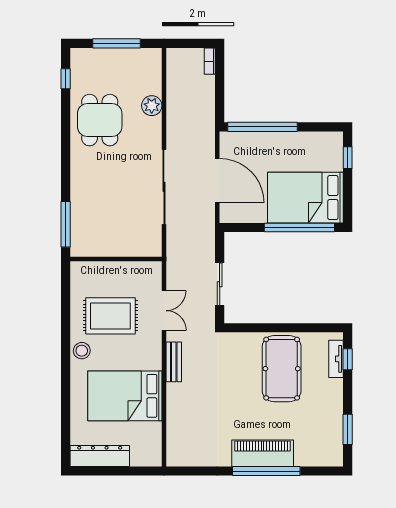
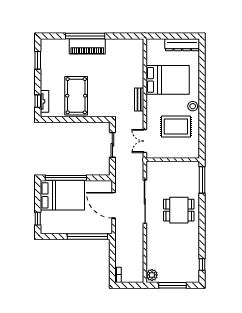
plant: (152, 106) -> (152, 275), moved
dining table: (100, 120) -> (179, 210), moved, turned 90
double door: (164, 311) -> (145, 141), moved

